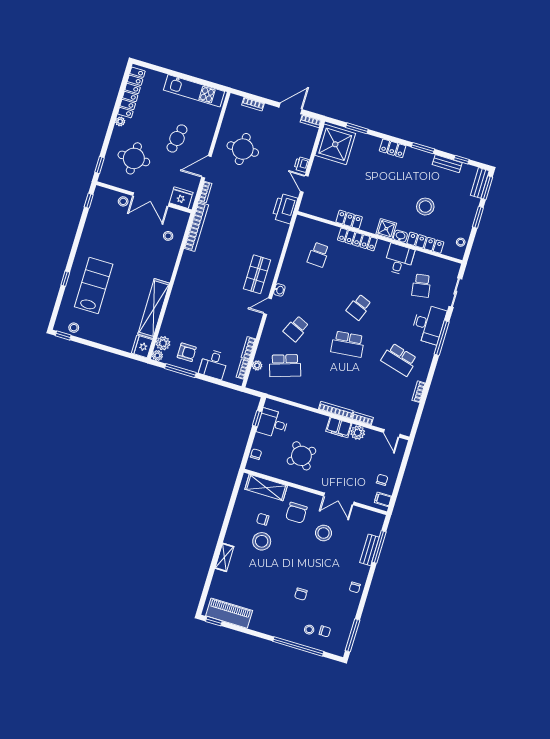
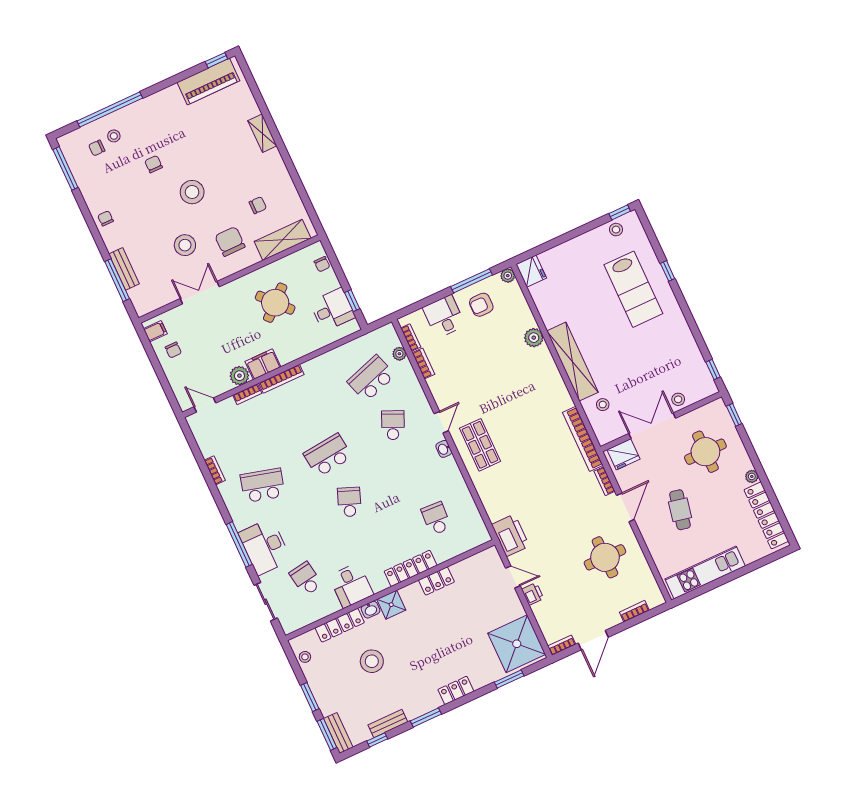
shelving: (154, 309) -> (573, 362), moved
plant: (163, 343) -> (534, 338), moved
stool: (262, 541) -> (192, 192), moved

